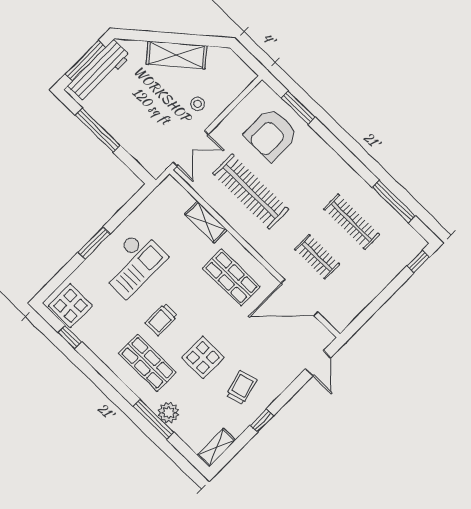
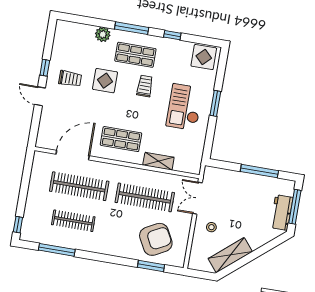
shelving: (177, 55) -> (230, 255), moved
workbench: (99, 71) -> (282, 212), width x0.73
armchair: (271, 134) -> (156, 239), turned 62
clothes rail: (317, 257) -> (79, 186), width x1.86, depth x1.31
window: (70, 337) -> (172, 35), moved
door: (318, 363) -> (40, 96), moved
trolley: (241, 388) -> (70, 79), turned -75
window: (153, 419) -> (132, 28), moved
shelving: (216, 448) -> (60, 33), removed

